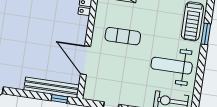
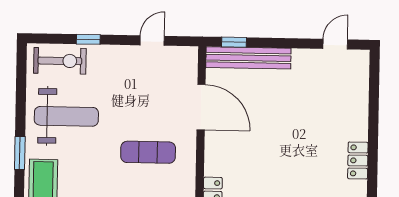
window: (206, 34) -> (20, 153), moved

